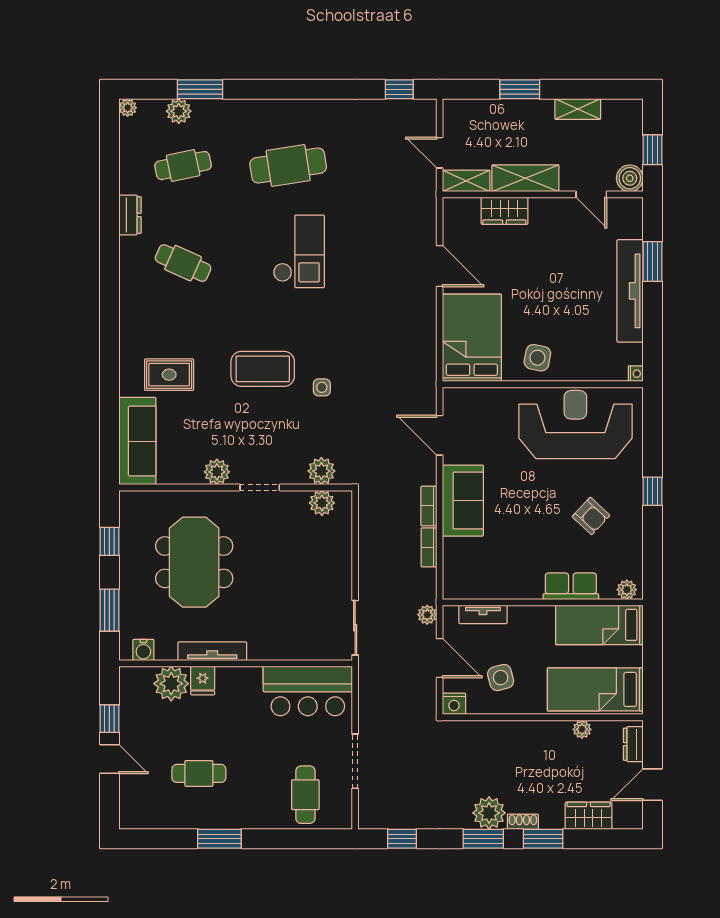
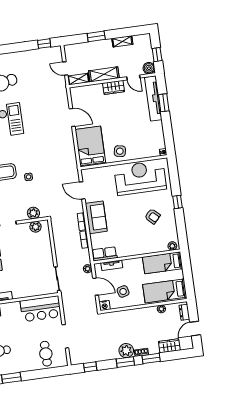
wardrobe: (504, 211) -> (113, 87), moved
tv unit: (630, 291) -> (153, 98), moved
row of seats: (571, 586) -> (105, 254), moved

